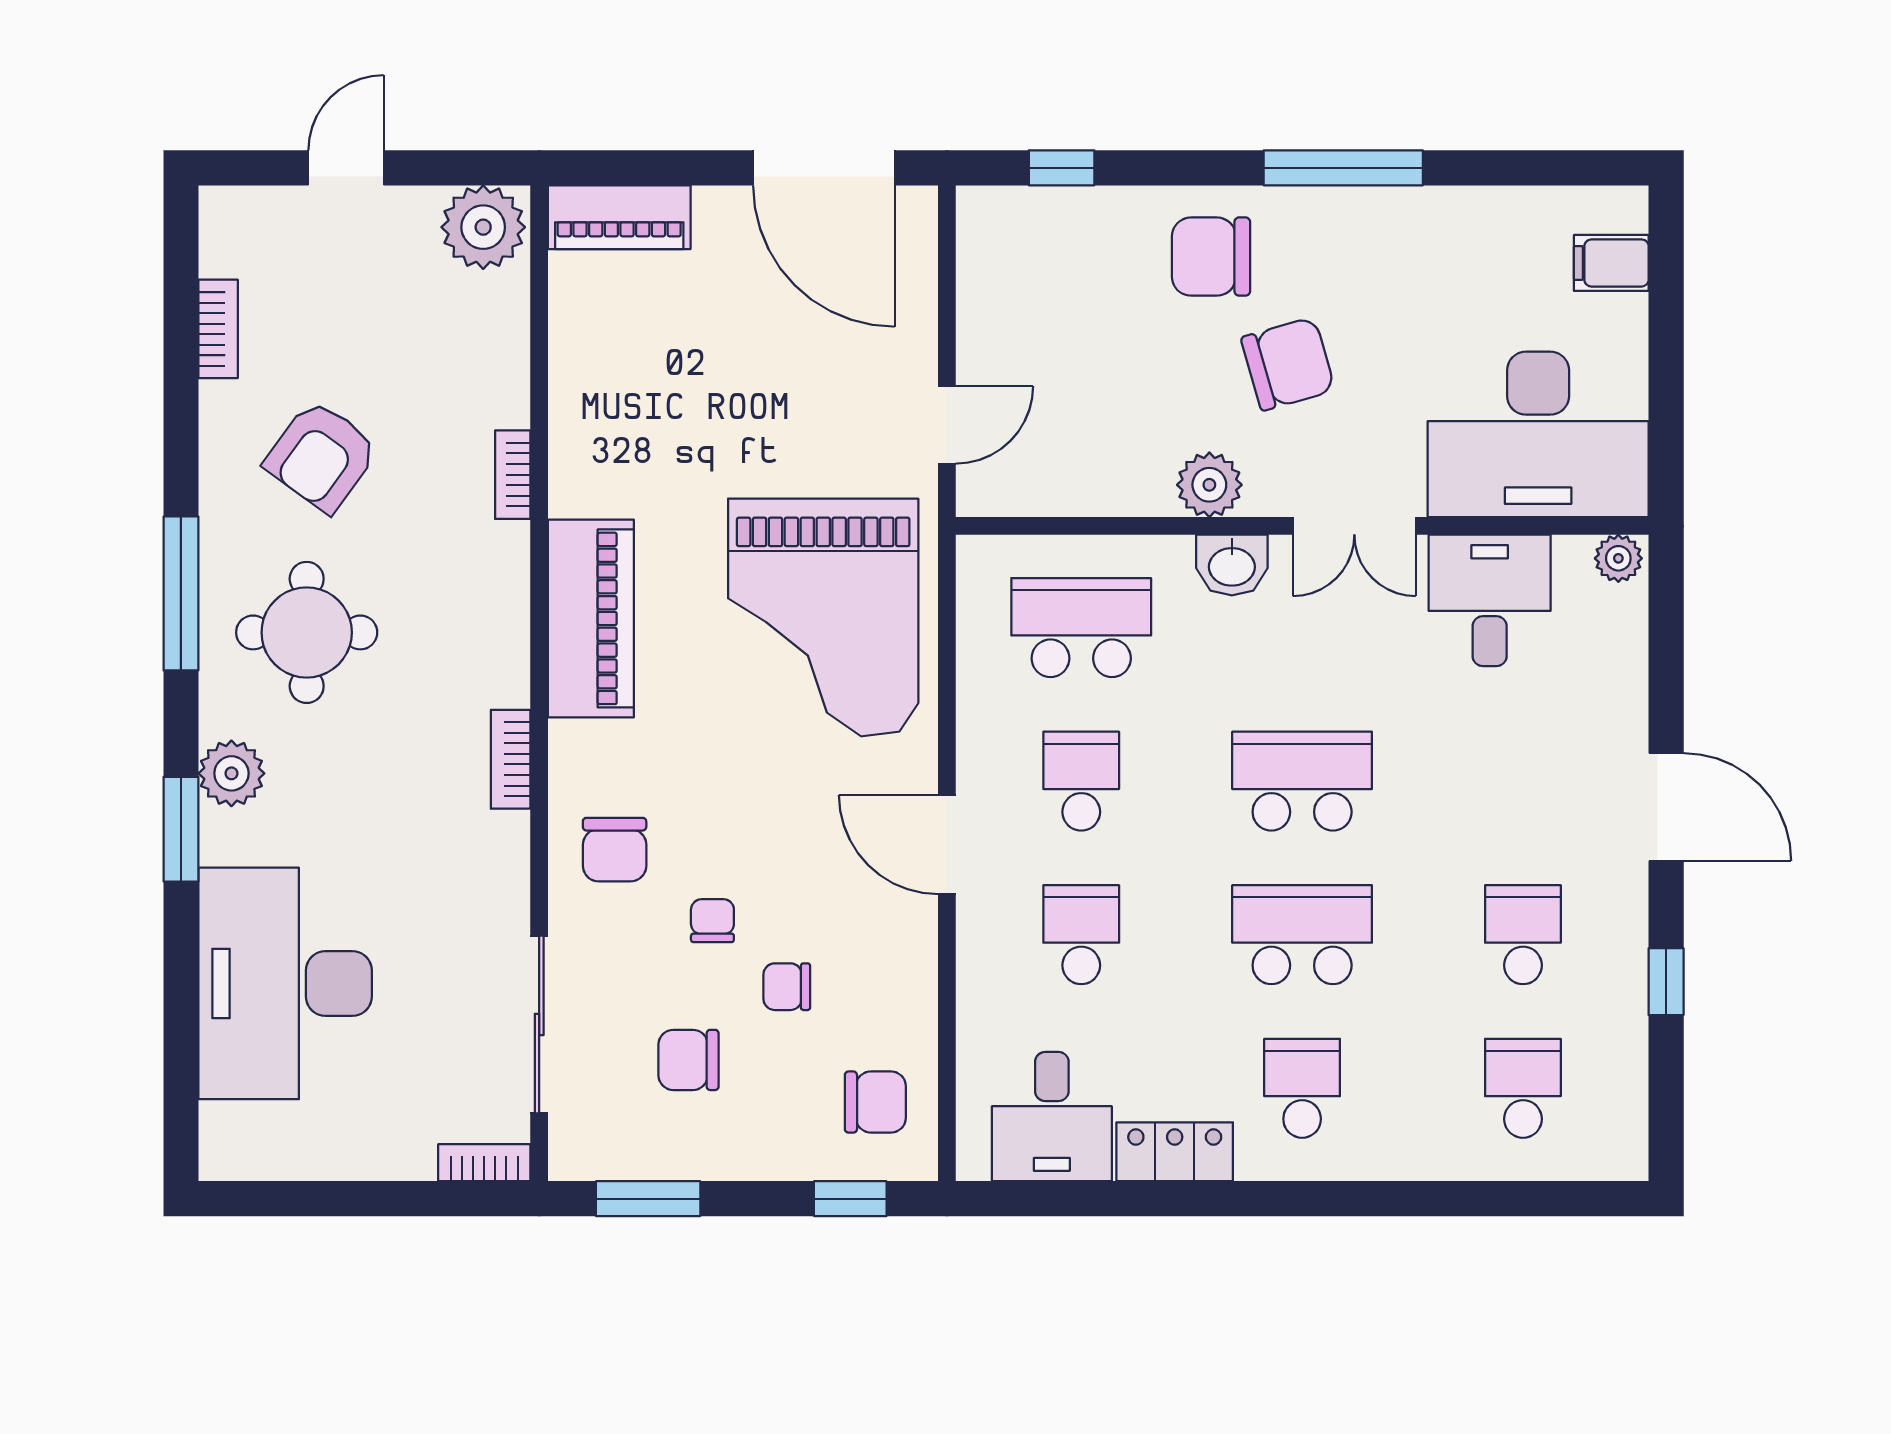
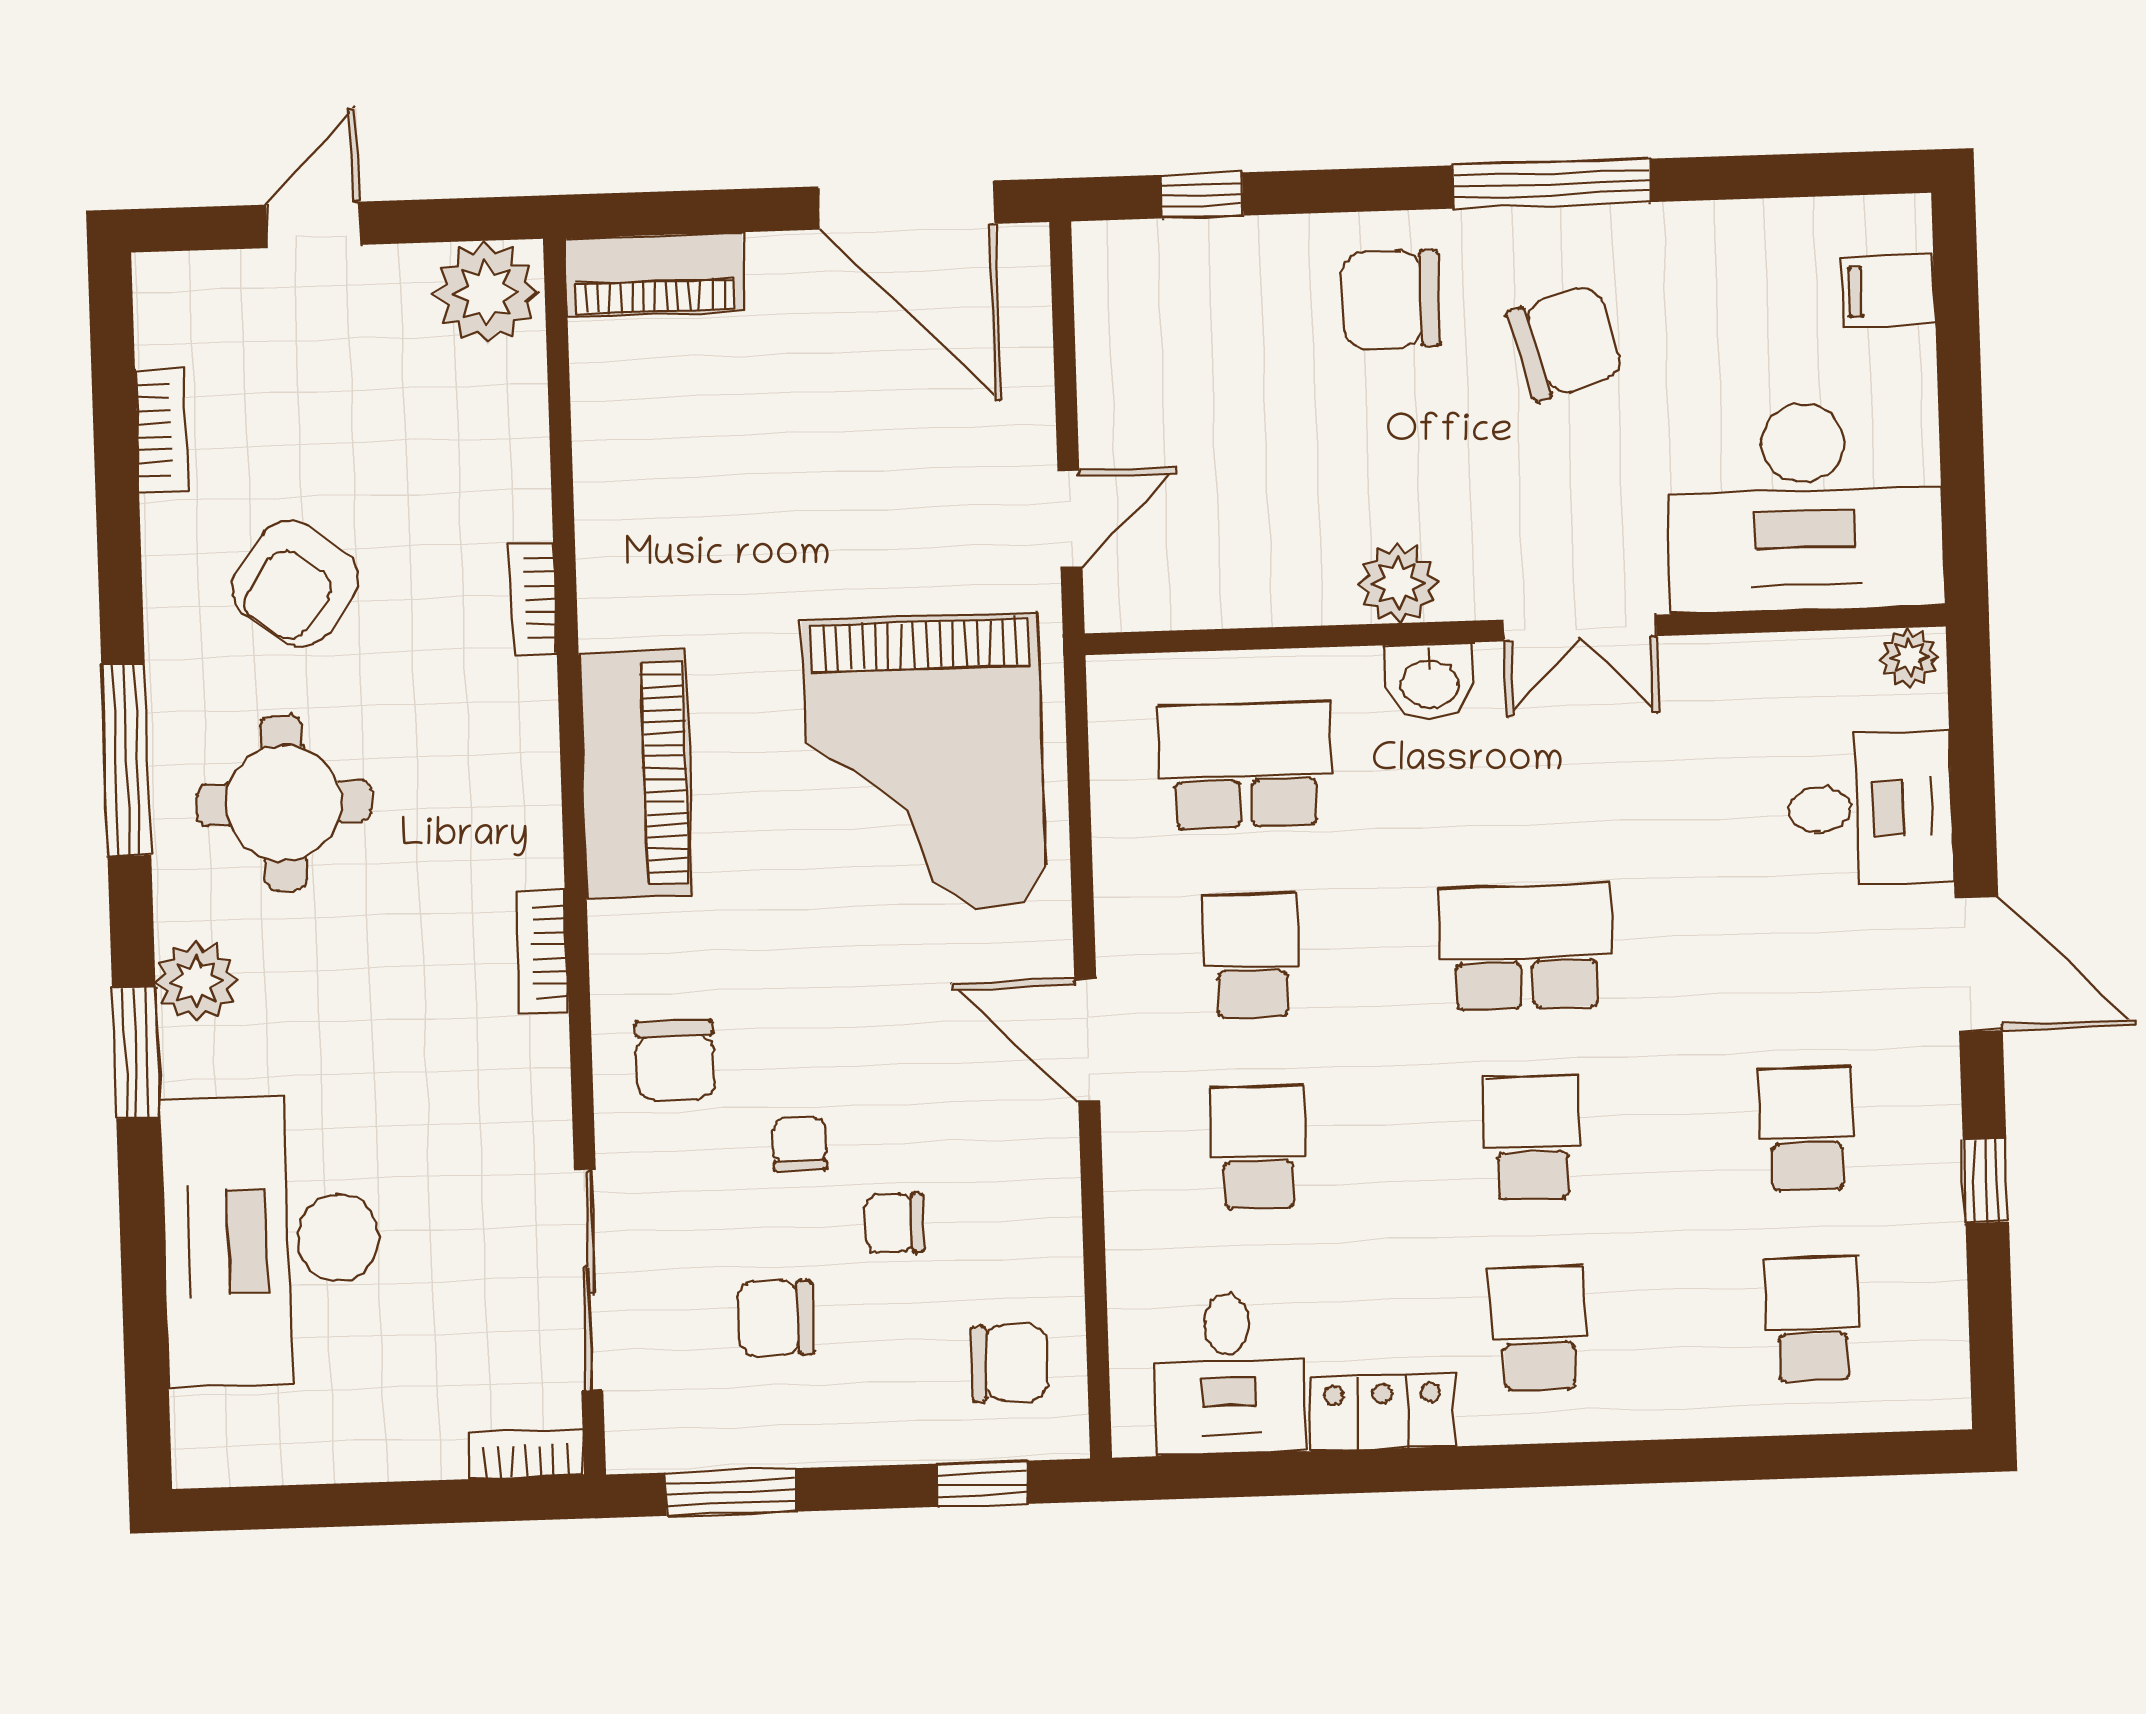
chair: (1288, 364) -> (1566, 343), moved
desk: (1490, 600) -> (1870, 808), moved, turned 90
school desk: (1302, 935) -> (1532, 1138), width x0.54

